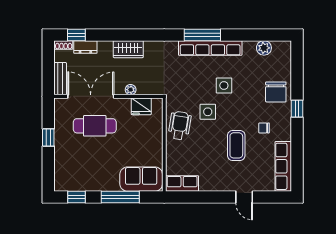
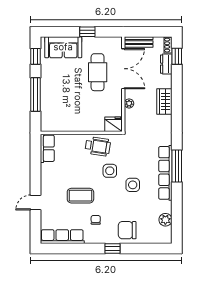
fridge: (141, 106) -> (113, 124), moved, turned 90
sofa: (141, 179) -> (63, 47), moved, turned 90

